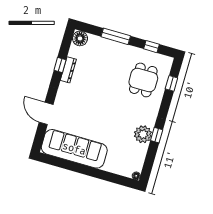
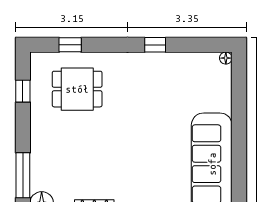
window: (116, 36) -> (23, 175), moved
plant: (143, 134) -> (160, 66), removed

